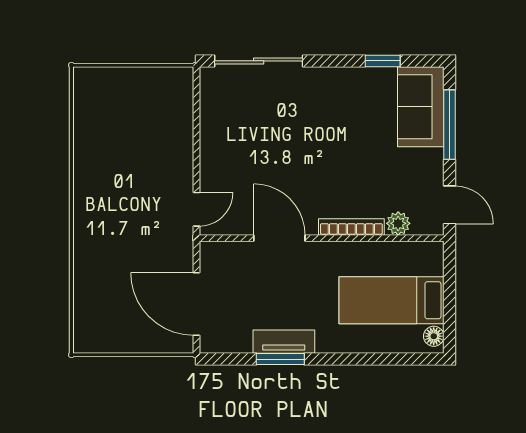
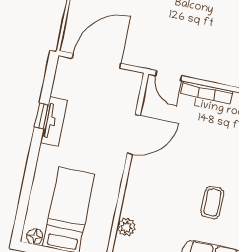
coffee table: (345, 121) -> (212, 202), added
bookcase: (351, 227) -> (207, 92), moved, turned 90
window: (280, 359) -> (41, 116), width x0.67

